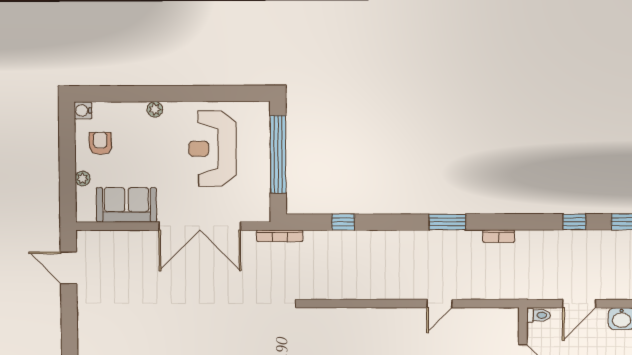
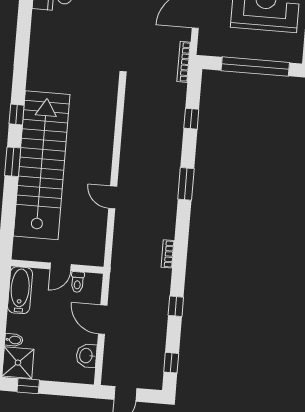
window: (447, 222) -> (186, 184), moved
window: (574, 222) -> (176, 306), moved
toilet: (539, 315) -> (77, 282), moved

